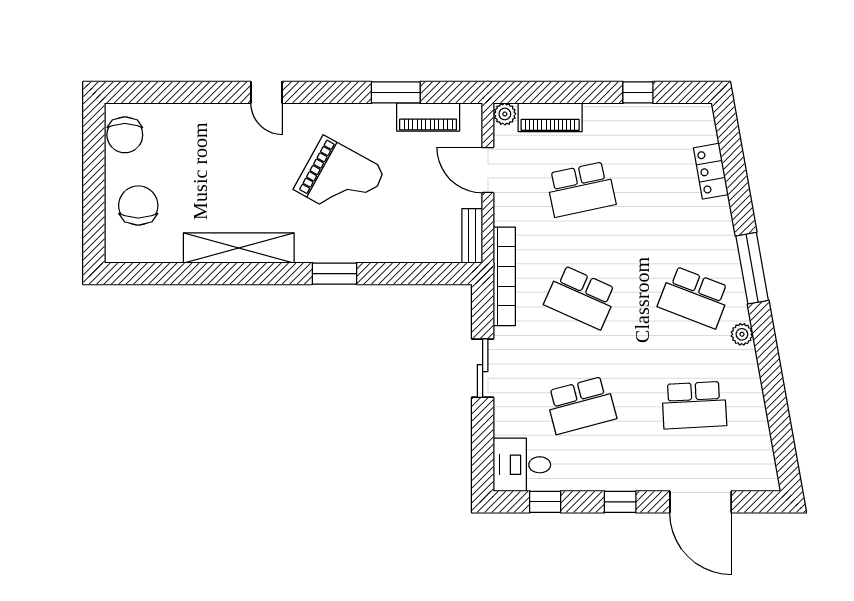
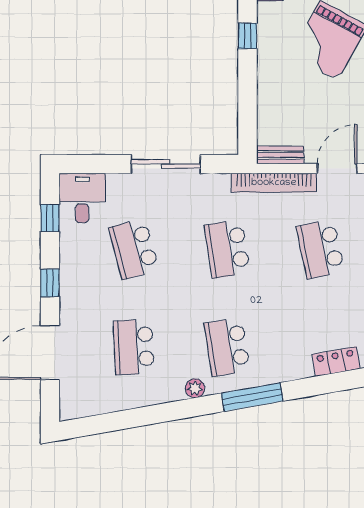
window: (334, 274) -> (248, 36), width x0.67
bookcase: (504, 276) -> (274, 183), moved
school desk: (581, 297) -> (227, 249), turned -33
school desk: (694, 297) -> (227, 347), turned -30
sliding door: (483, 368) -> (166, 164), width x1.37

